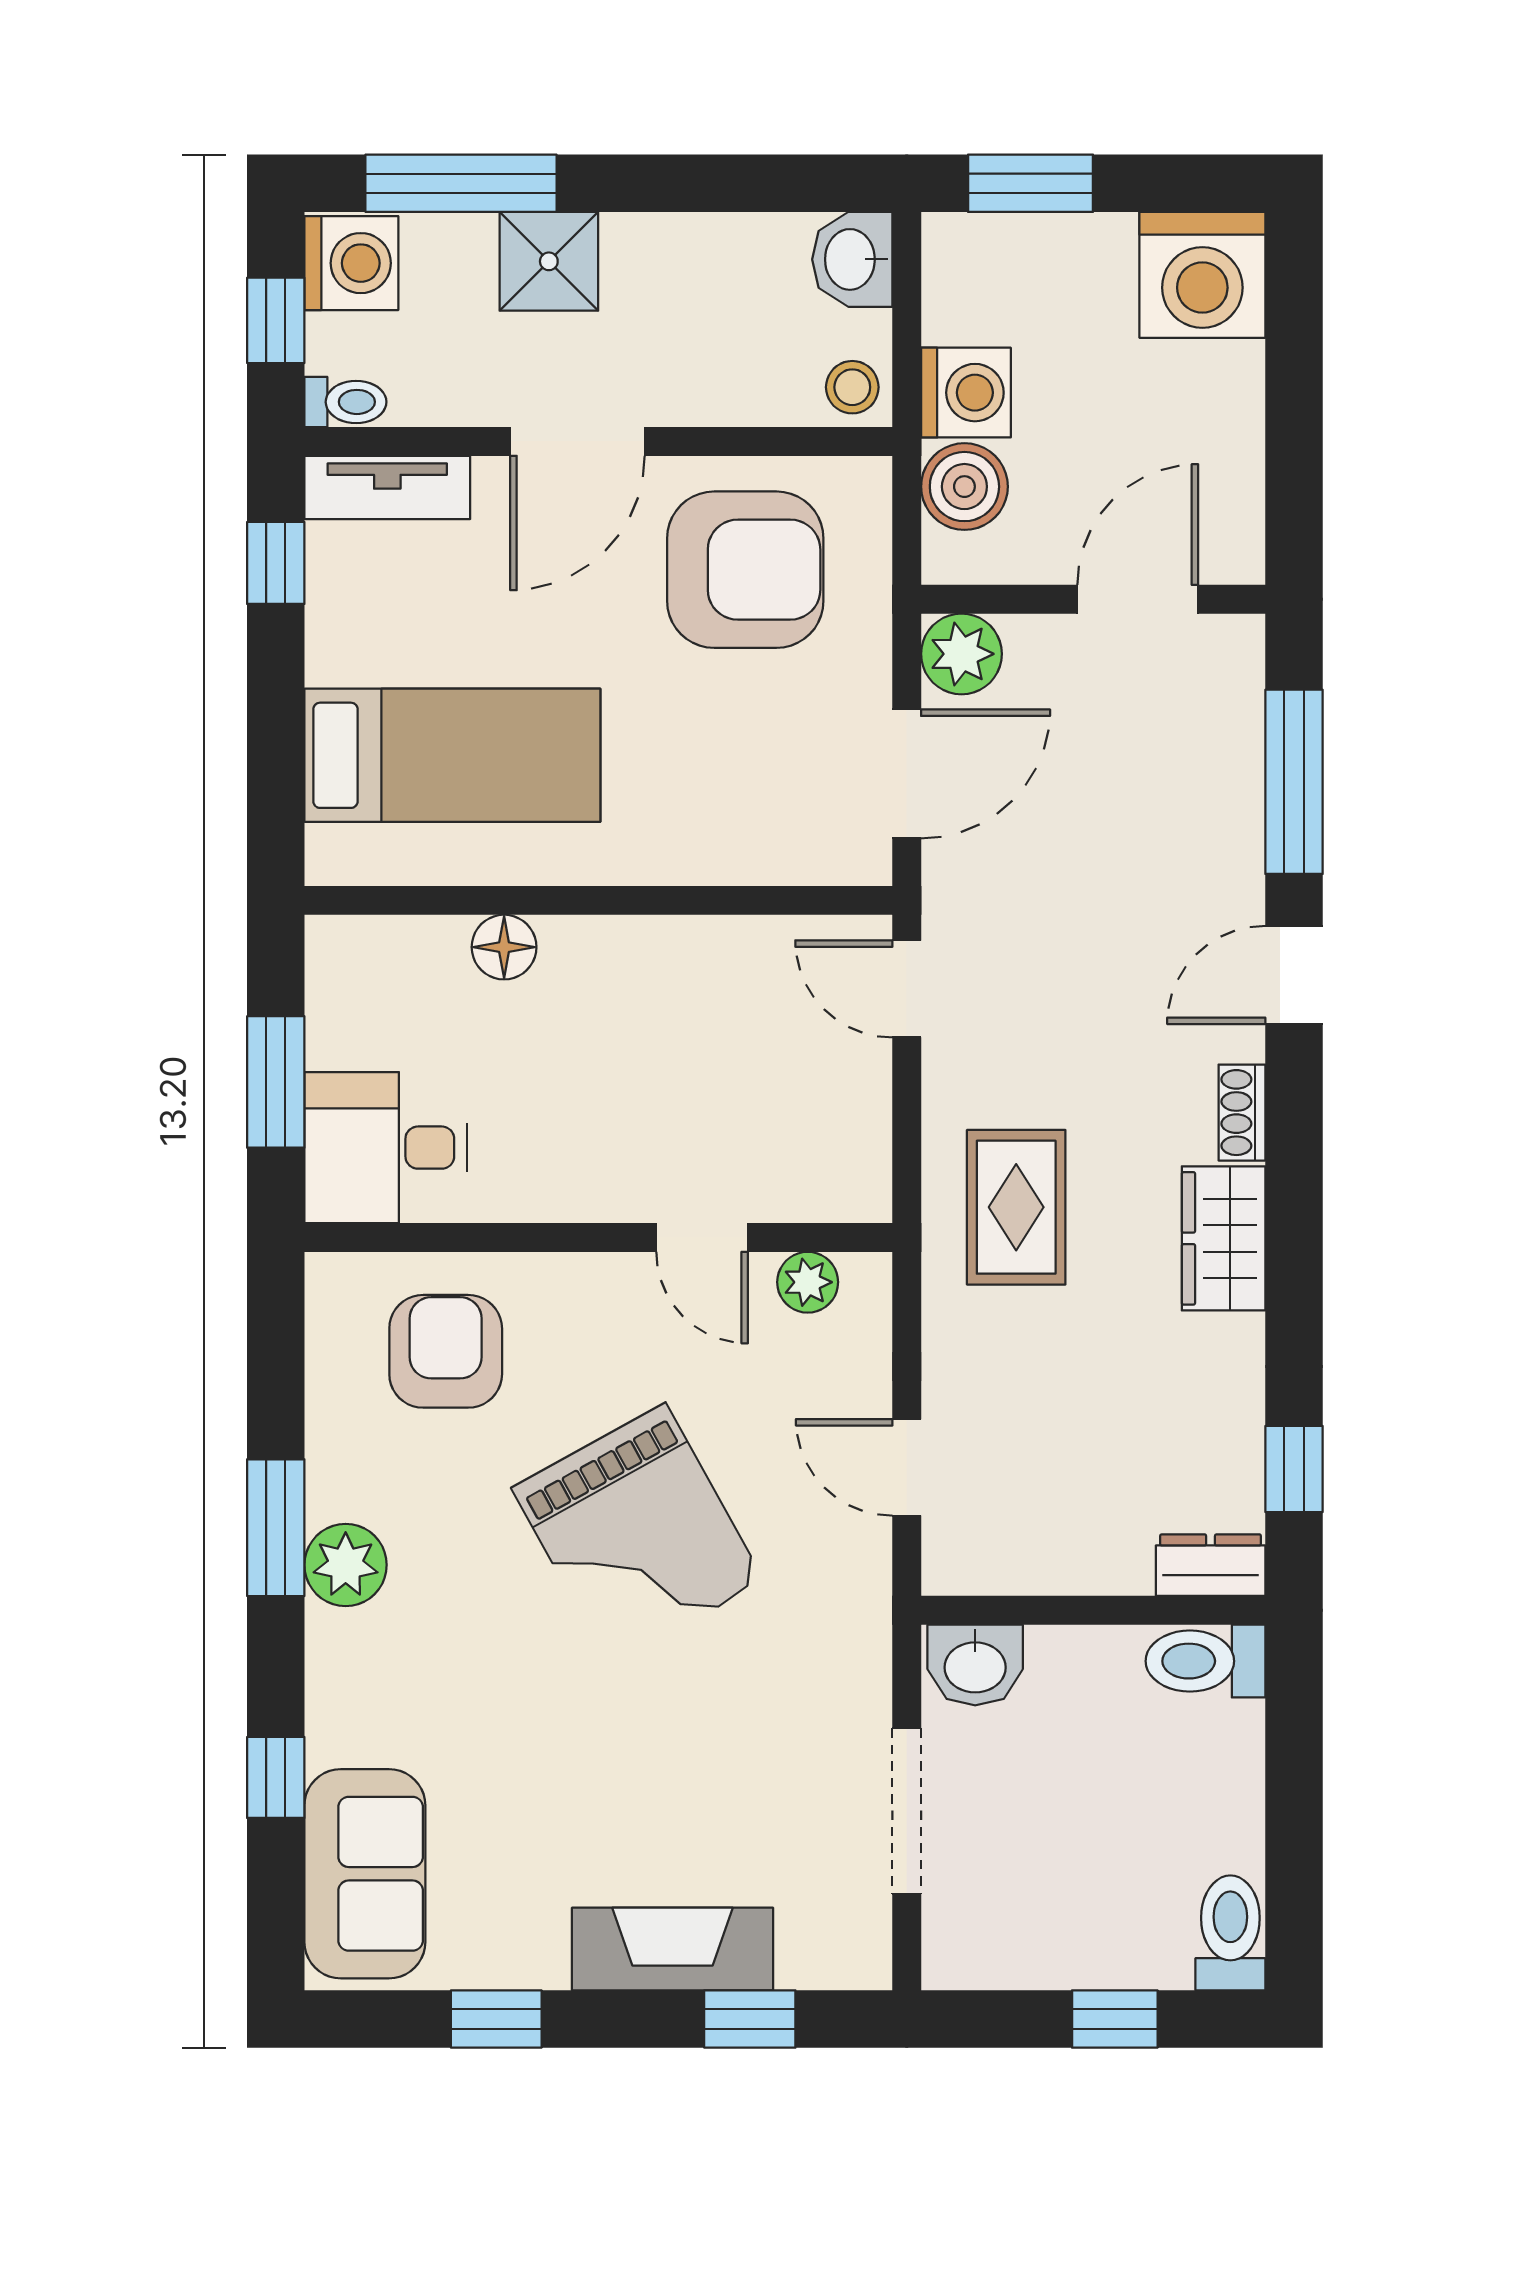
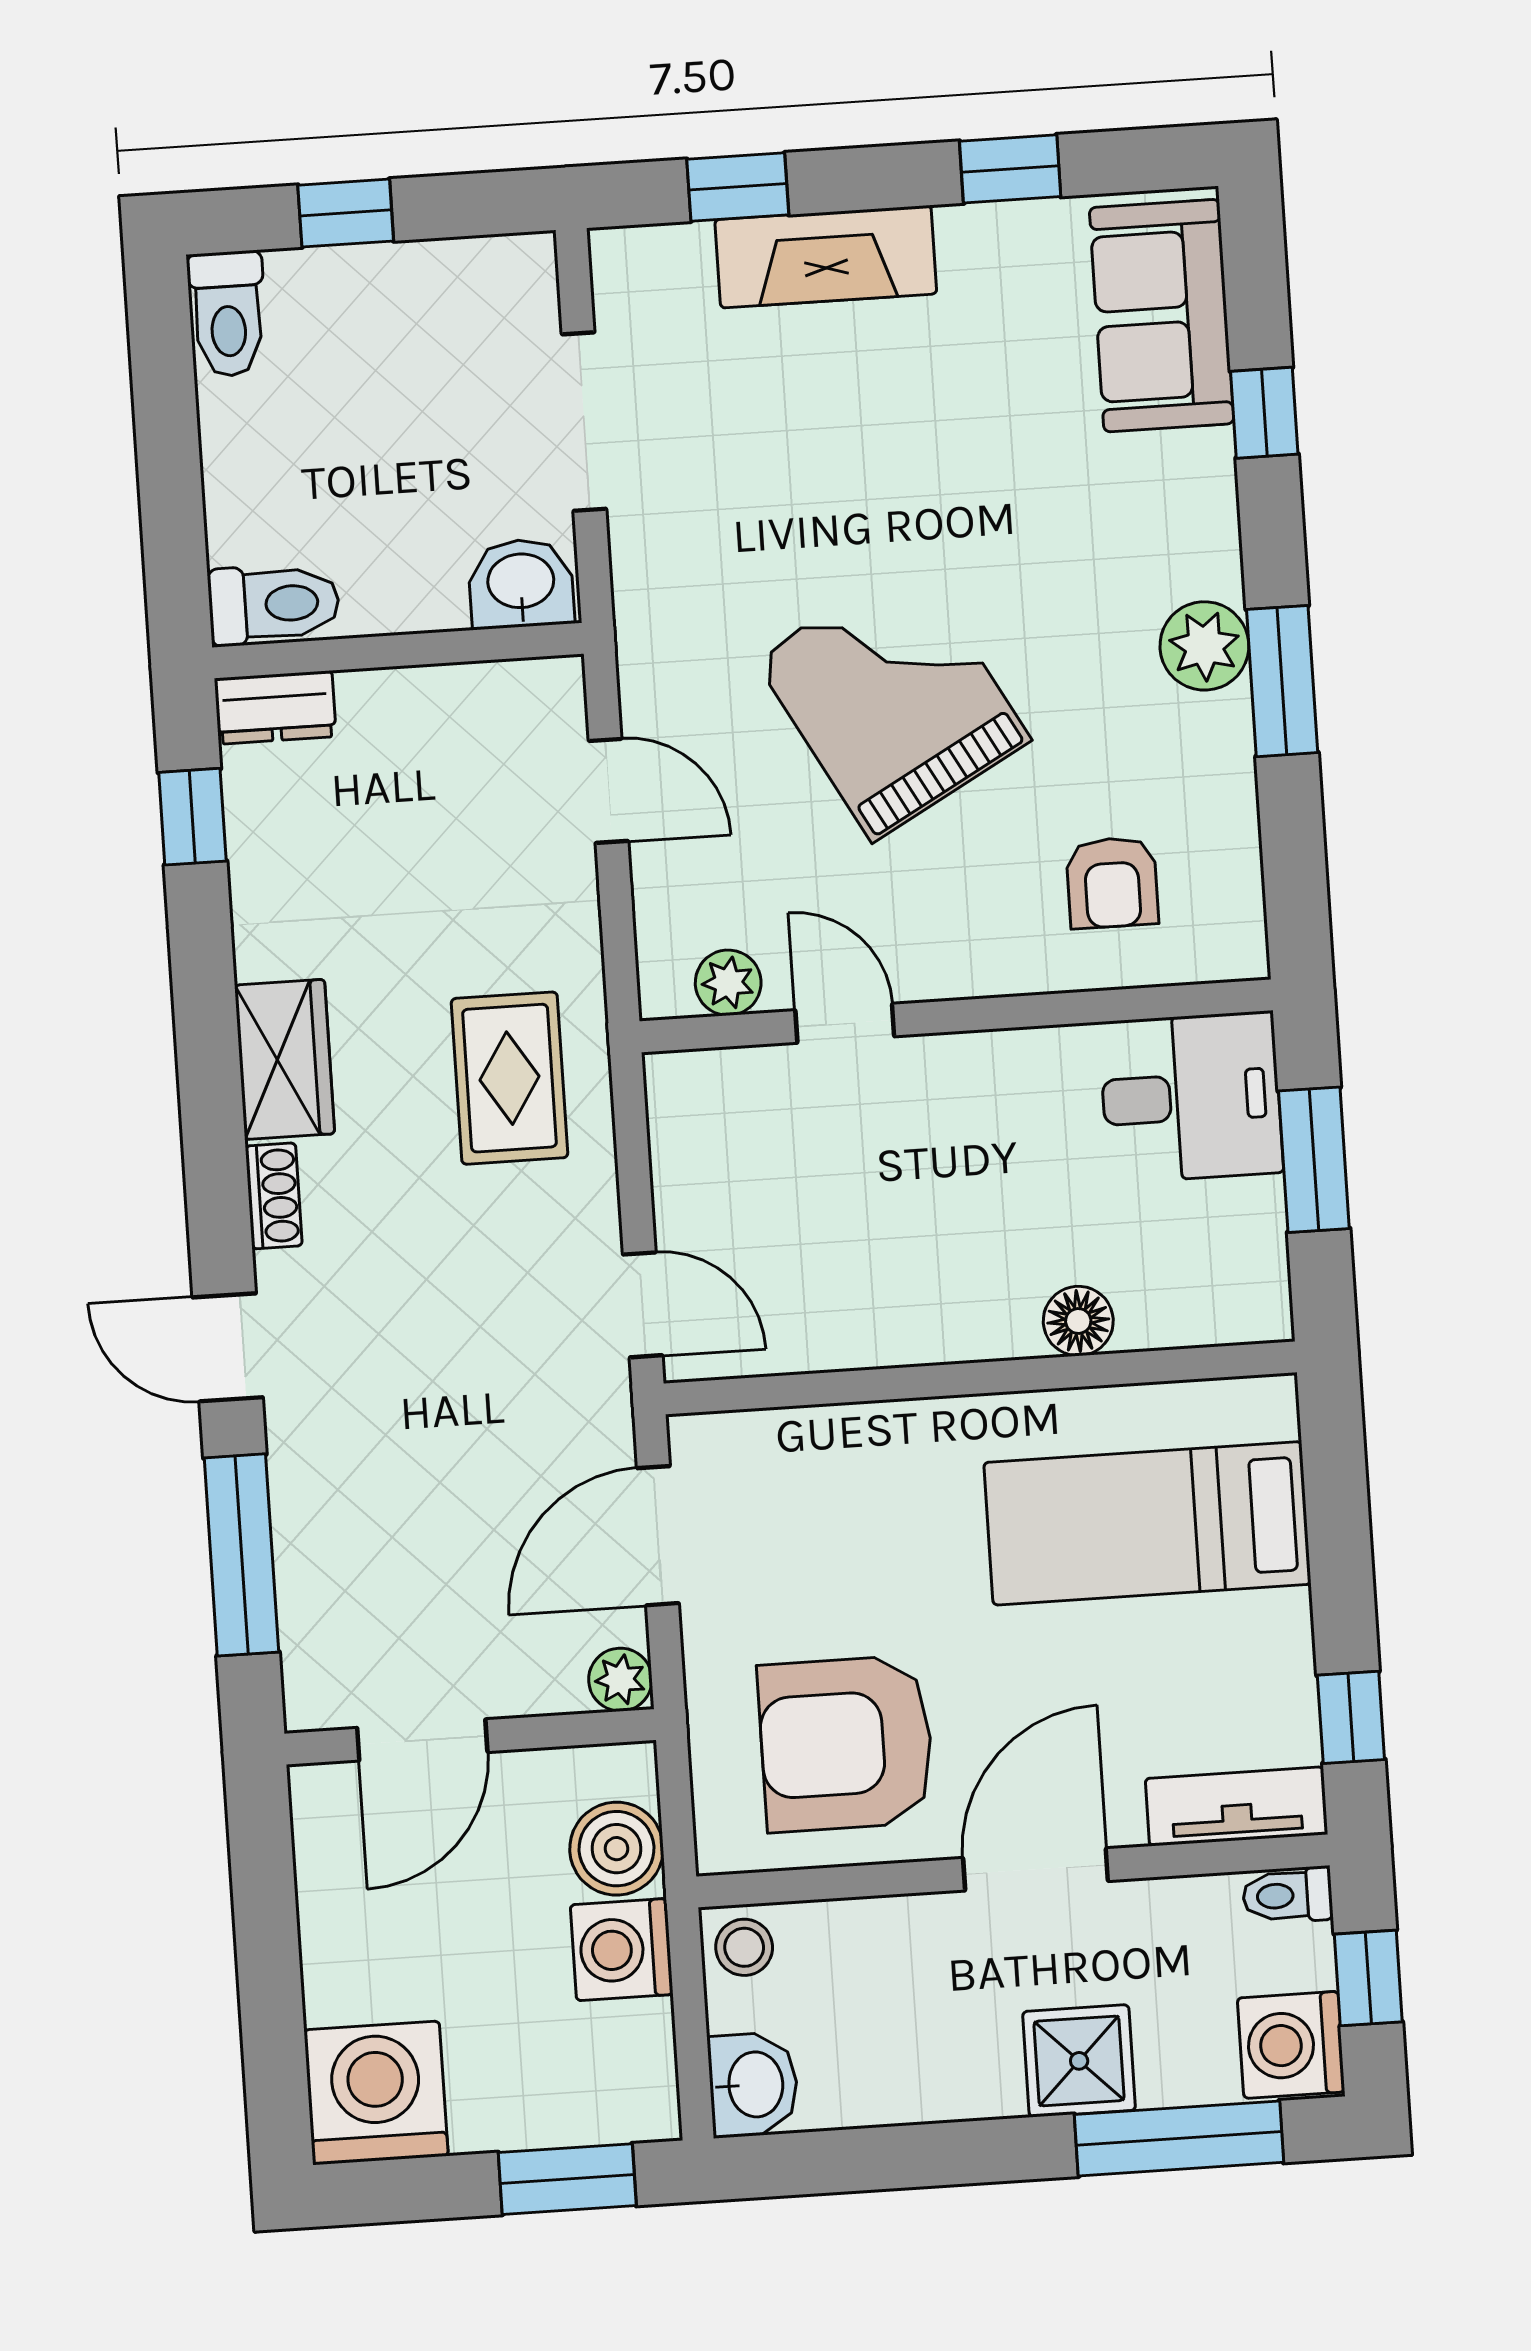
plant: (961, 654) -> (620, 1680), width x0.73, depth x0.73
door: (1294, 975) -> (228, 1347), swing flipped
armchair: (446, 1351) -> (1112, 883), width x0.72, depth x0.72

